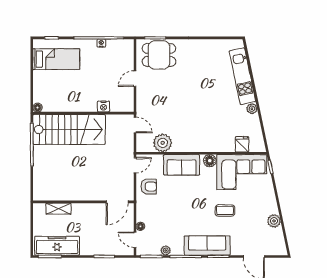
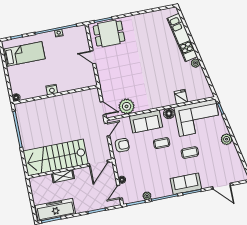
door: (135, 79) -> (93, 57), hinge flipped
nightstand: (103, 106) -> (52, 90), moved
door: (135, 125) -> (103, 108), moved
stairs: (69, 129) -> (56, 158), moved, turned 180
fridge: (242, 144) -> (181, 97), moved
coffee table: (195, 193) -> (162, 143), added
shelving: (59, 209) -> (63, 176), moved
plant: (274, 221) -> (227, 139), moved
door: (135, 240) -> (120, 192), hinge flipped
sofa: (207, 246) -> (186, 184), width x0.73

